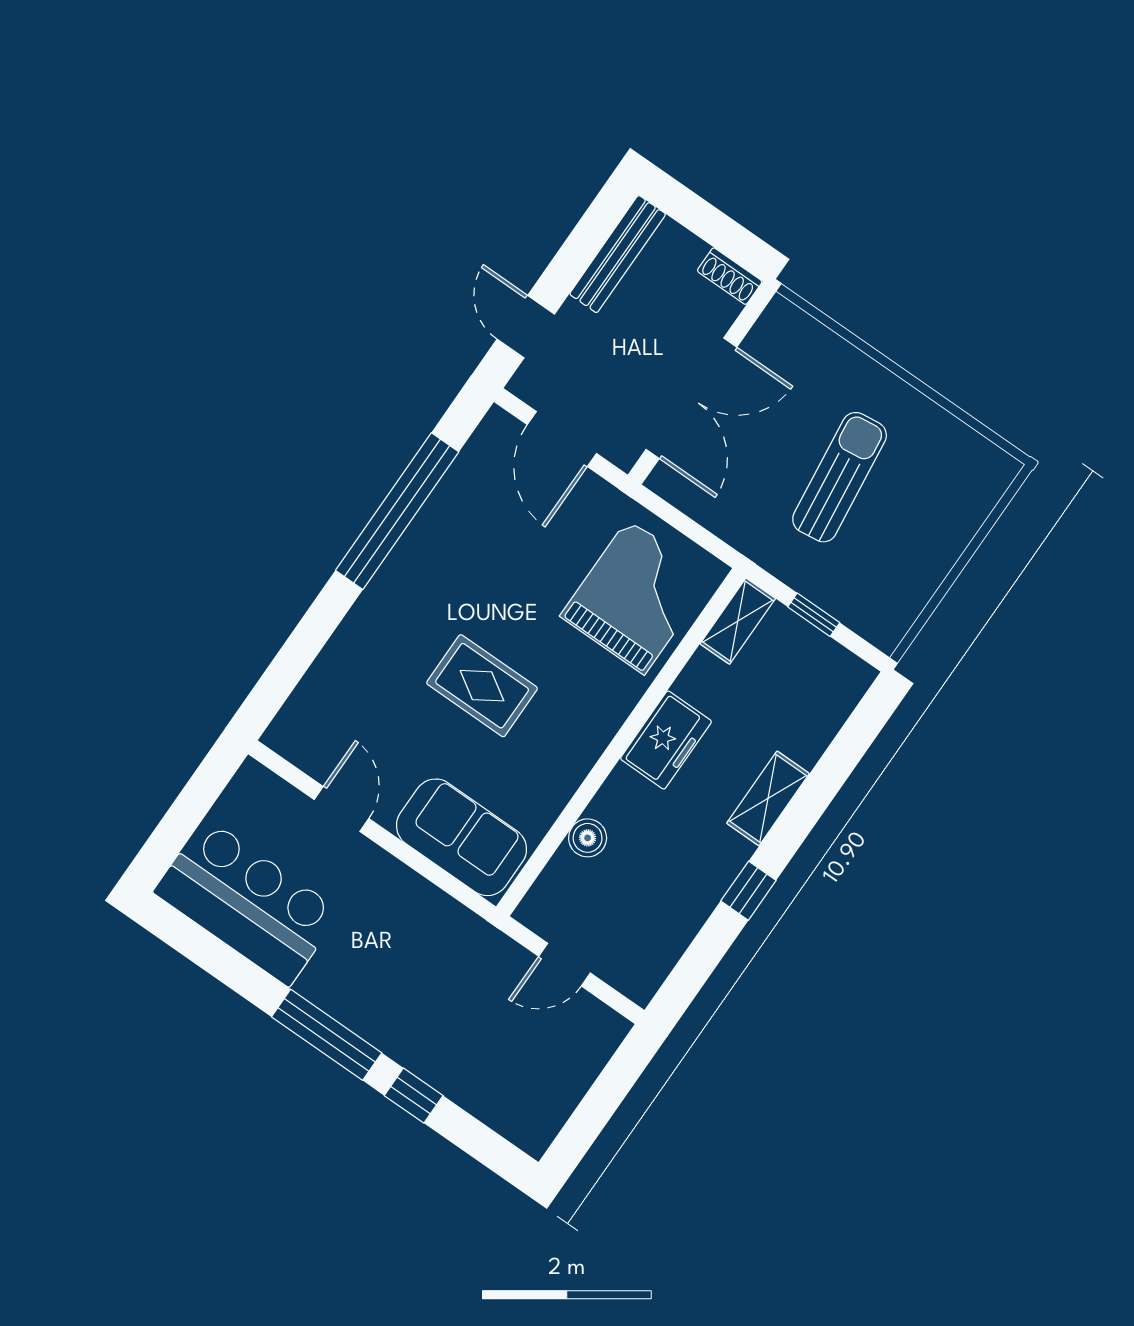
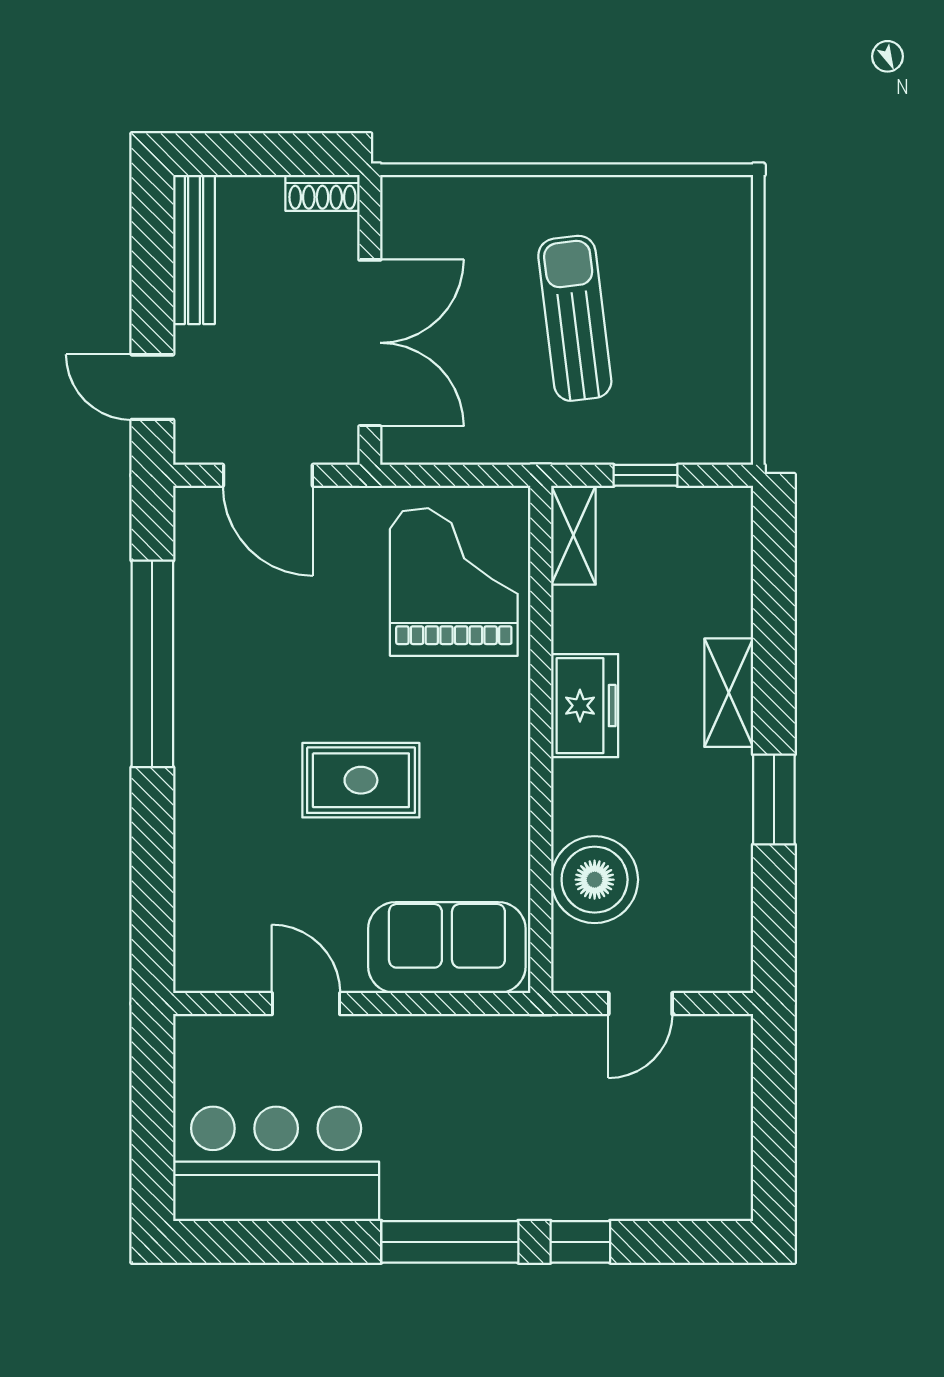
boiler: (588, 838) -> (595, 880), width x1.86, depth x1.86
window: (748, 891) -> (774, 800), width x1.50

